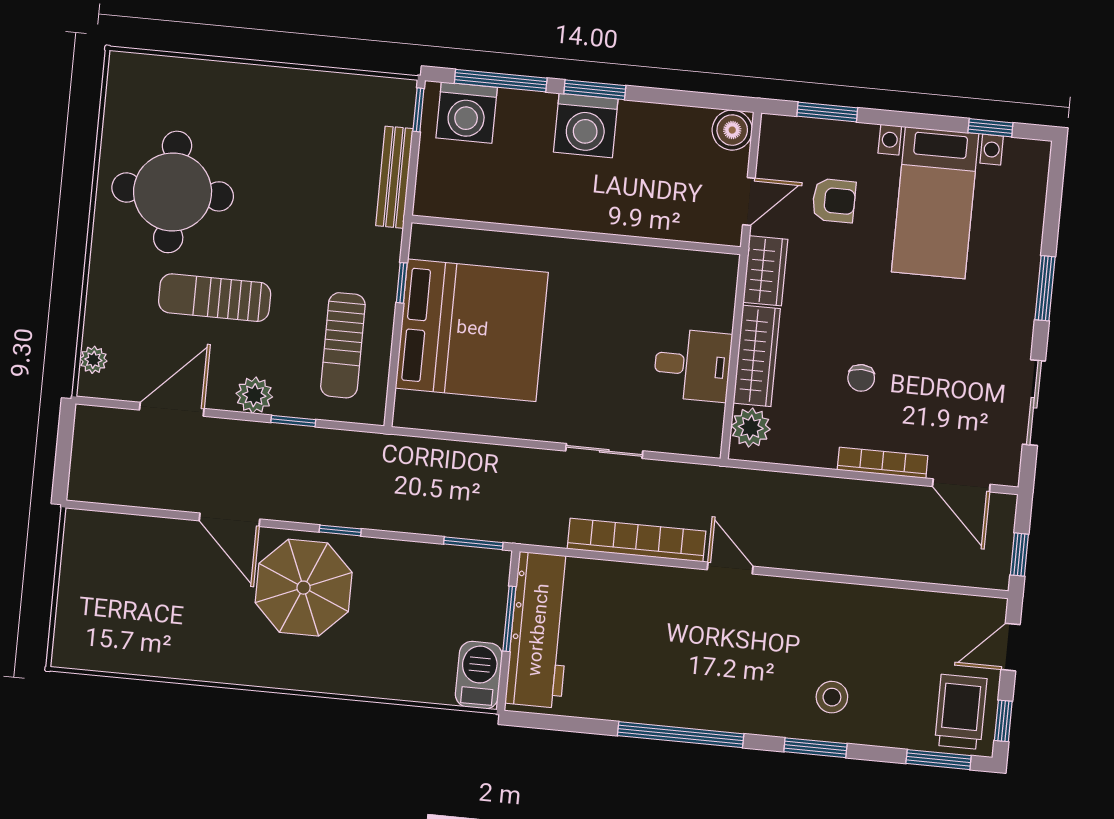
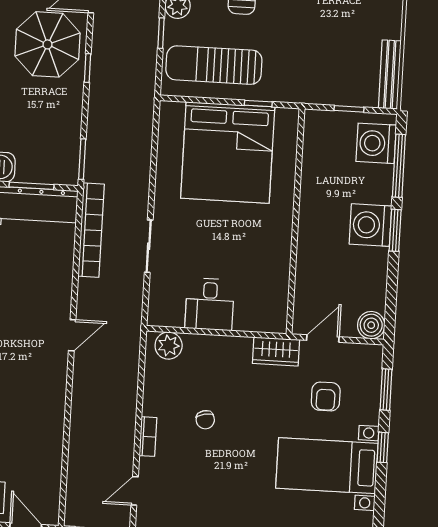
window: (418, 110) -> (349, 109), moved
window: (990, 128) -> (383, 447), moved
bench: (394, 177) -> (390, 74), moved, turned 90
door: (749, 201) -> (323, 339), swing flipped
sun lounger: (343, 345) -> (214, 65), width x1.36, depth x1.34
wardrobe: (757, 356) -> (218, 348), removed
chair: (861, 378) -> (205, 420), turned -103
bookcase: (883, 463) -> (148, 437), width x0.64
door: (961, 485) -> (135, 491), width x0.73
bookcase: (637, 540) -> (91, 230), moved

